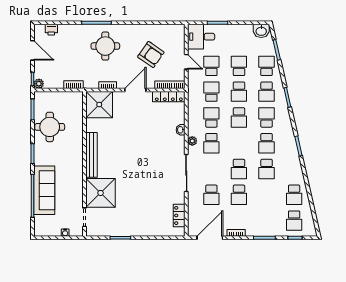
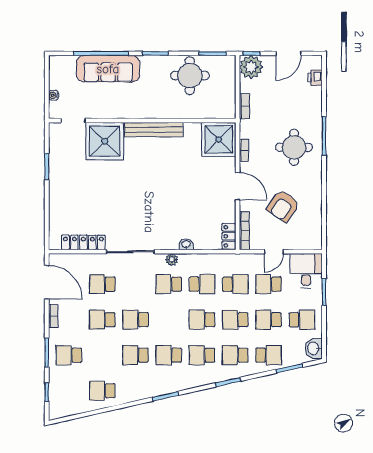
school desk: (239, 40) -> (302, 320), added
school desk: (211, 66) -> (269, 284), turned 180
school desk: (239, 66) -> (269, 320), turned 180
plant: (39, 84) -> (251, 67), width x1.88, depth x1.88
locker: (169, 97) -> (229, 236), width x0.66
school desk: (267, 117) -> (202, 355), turned 180
locker: (179, 215) -> (83, 242), width x1.53
school desk: (294, 221) -> (69, 355), moved

